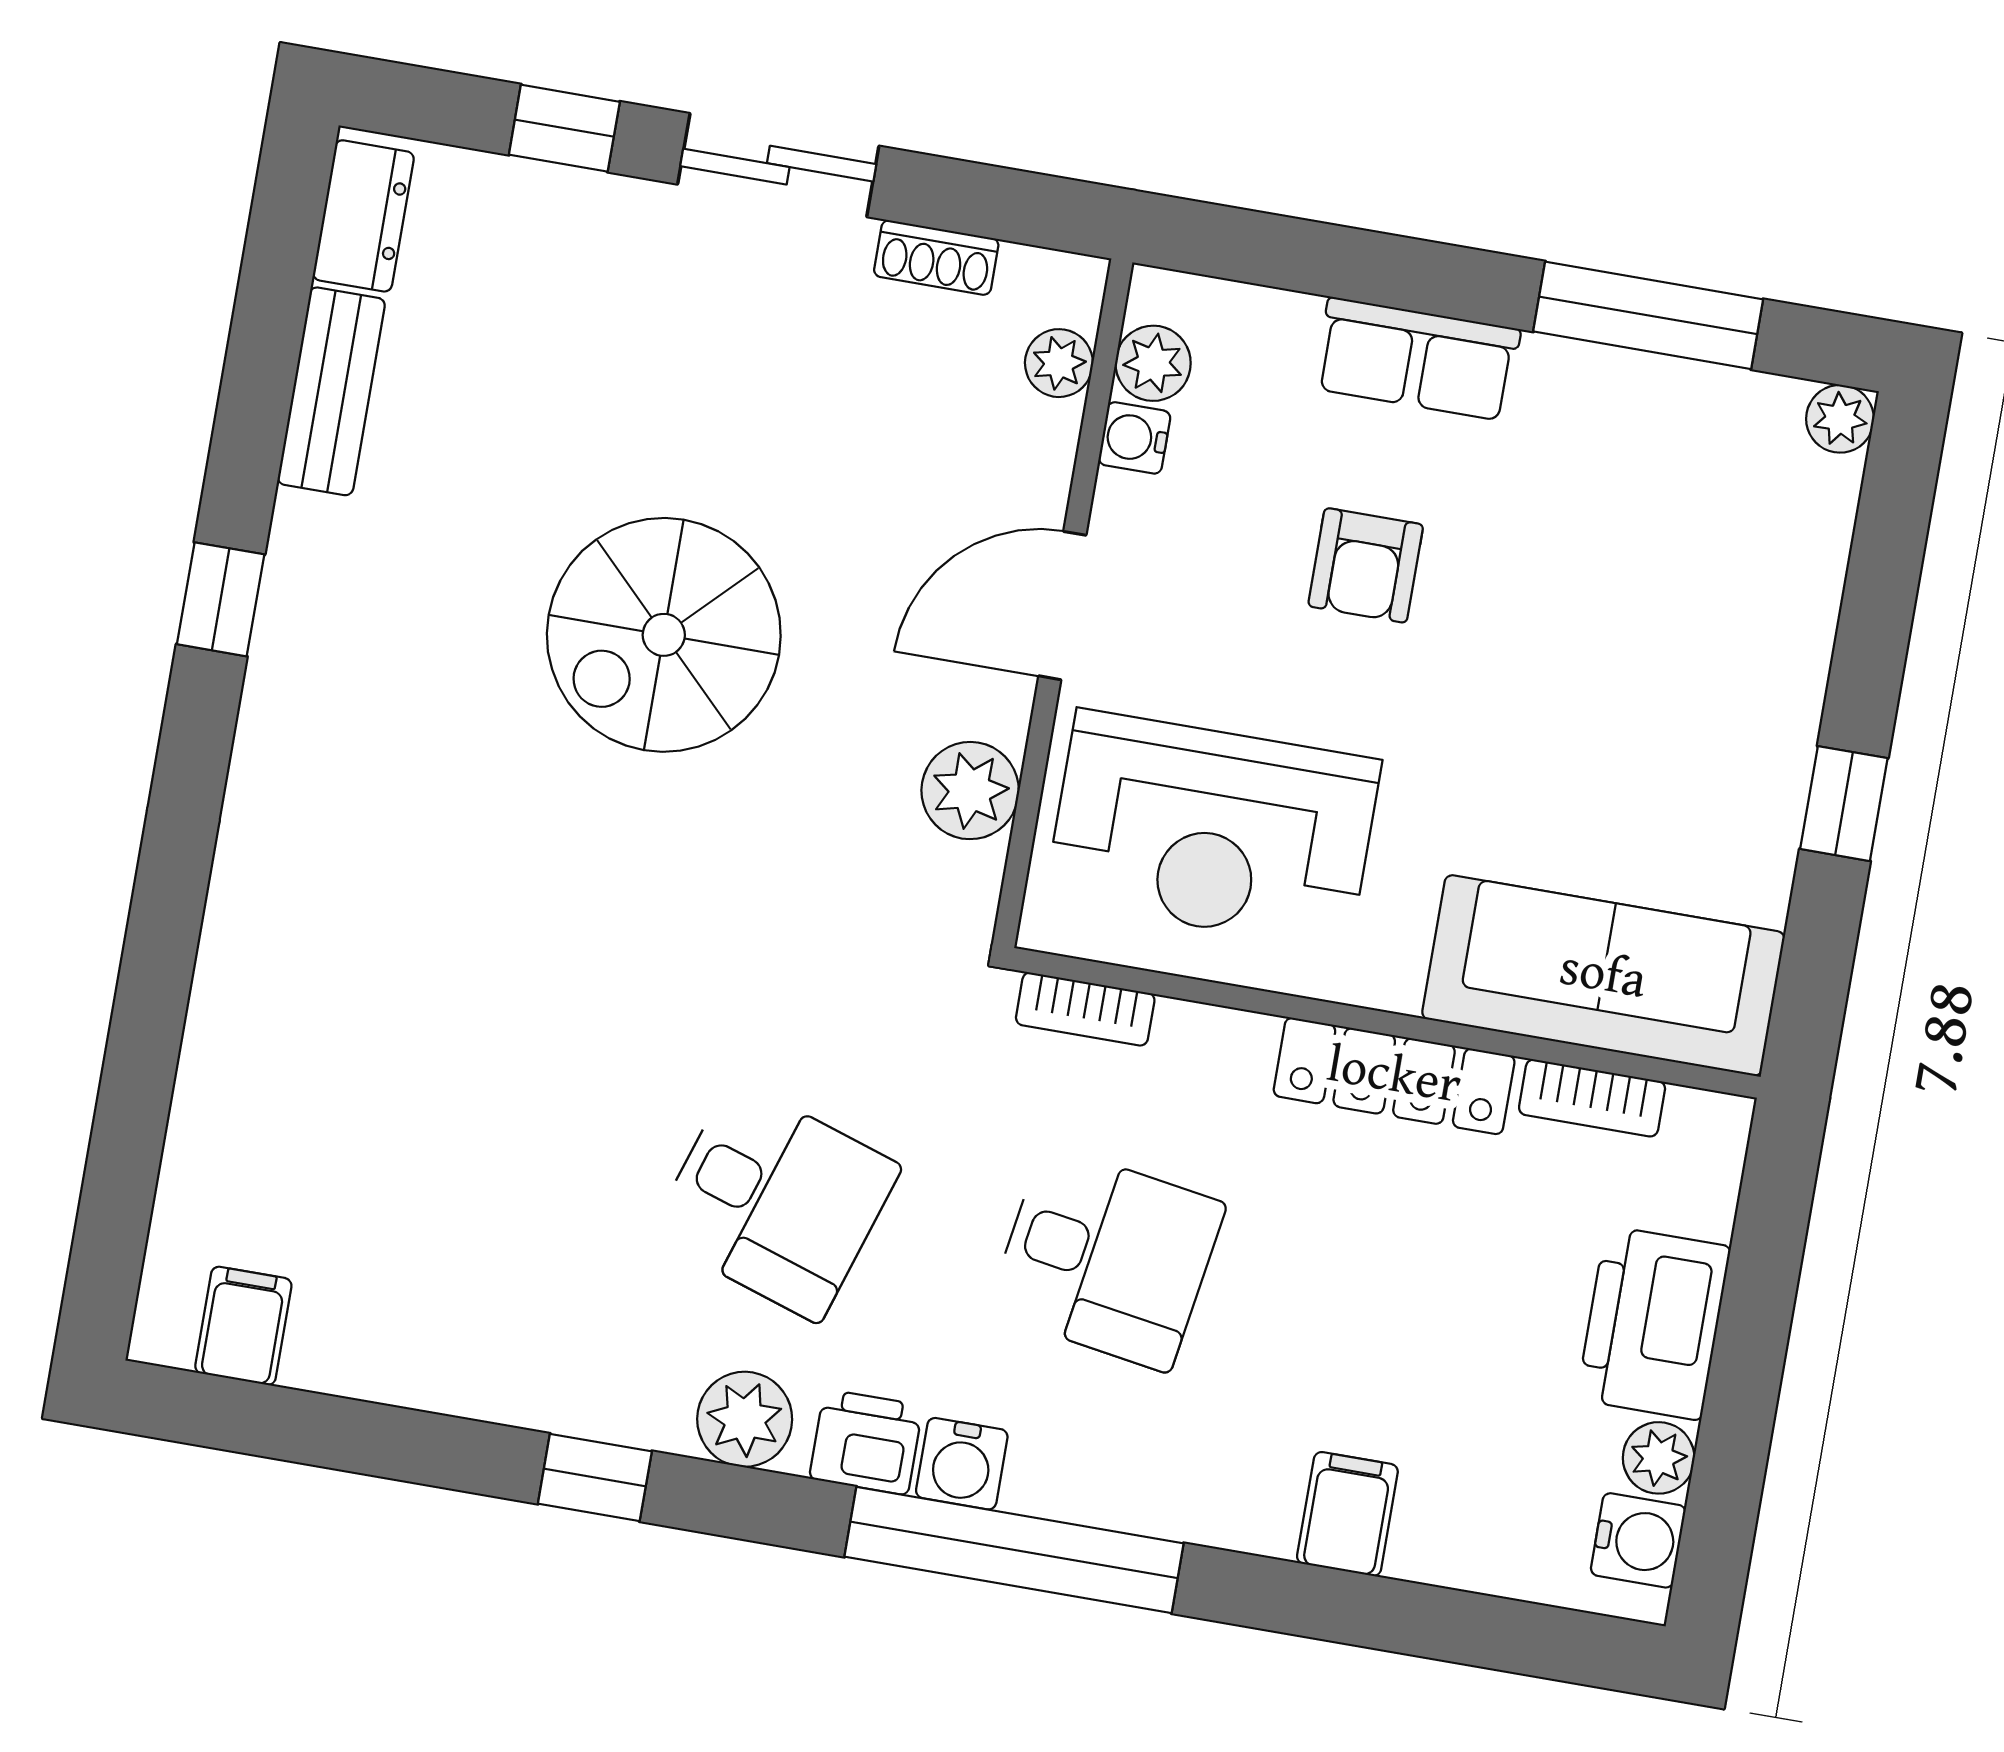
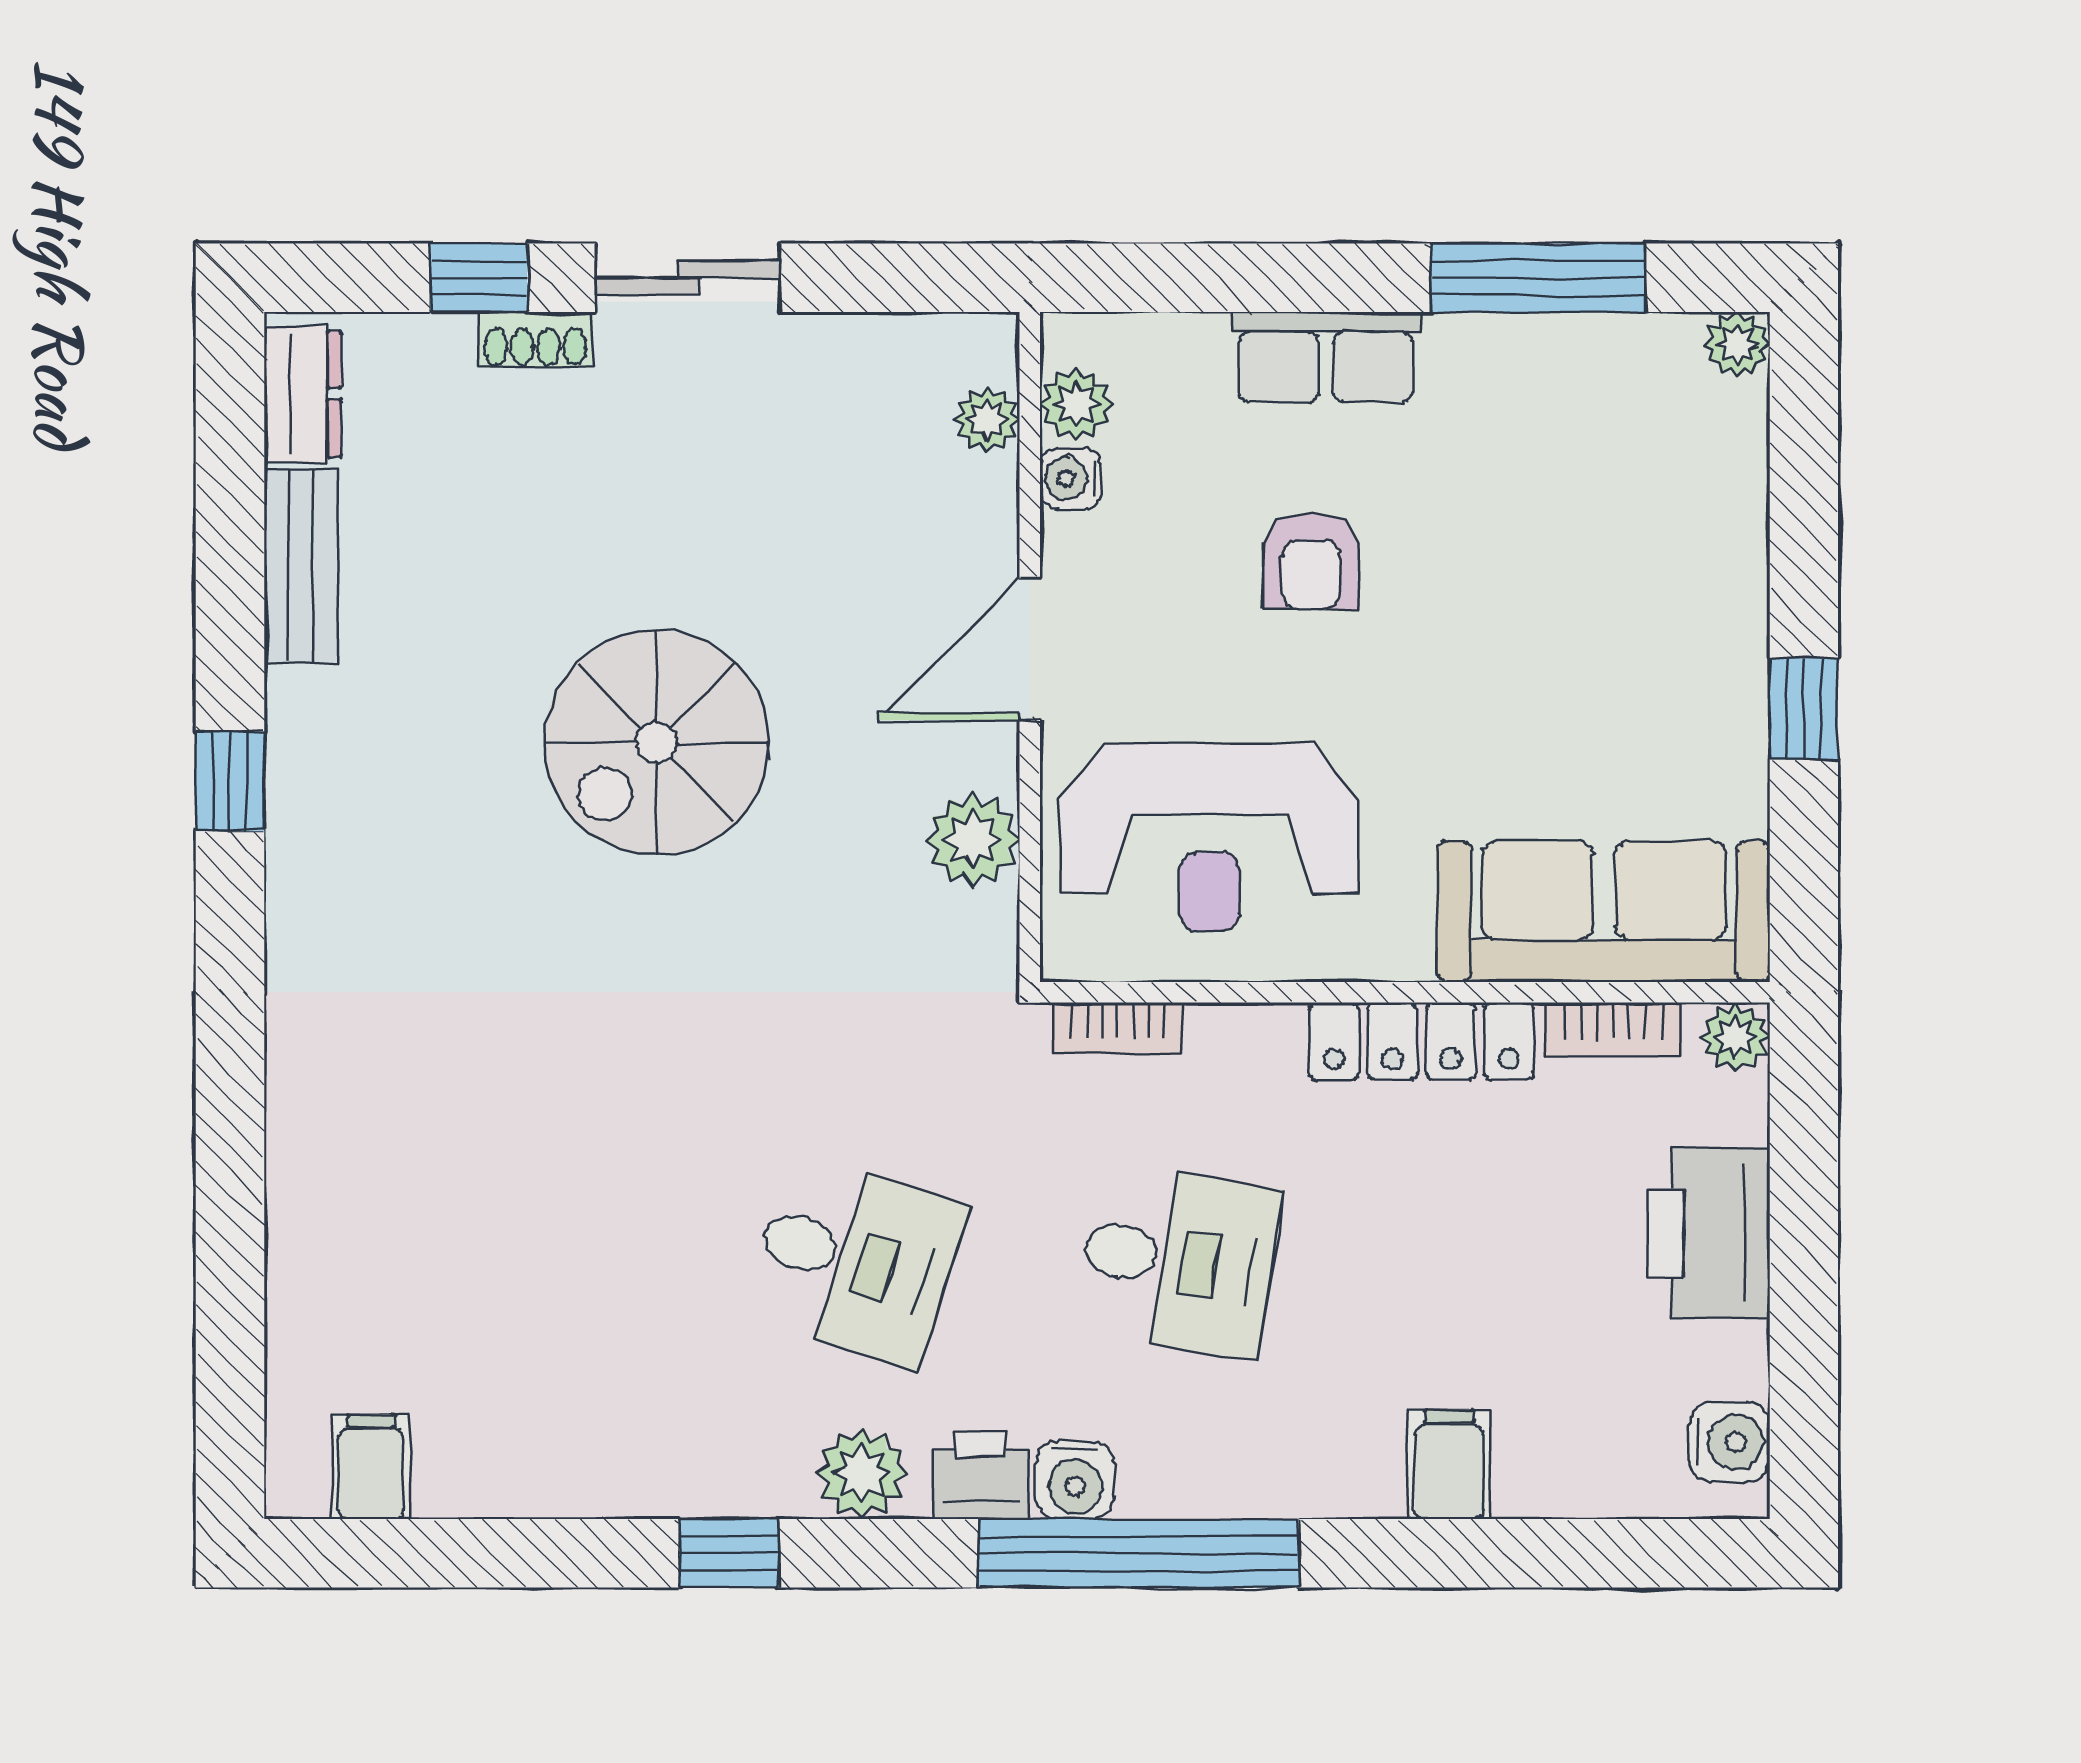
shoe rack: (936, 258) -> (535, 340), moved
plant: (1659, 1458) -> (1735, 1037), moved

